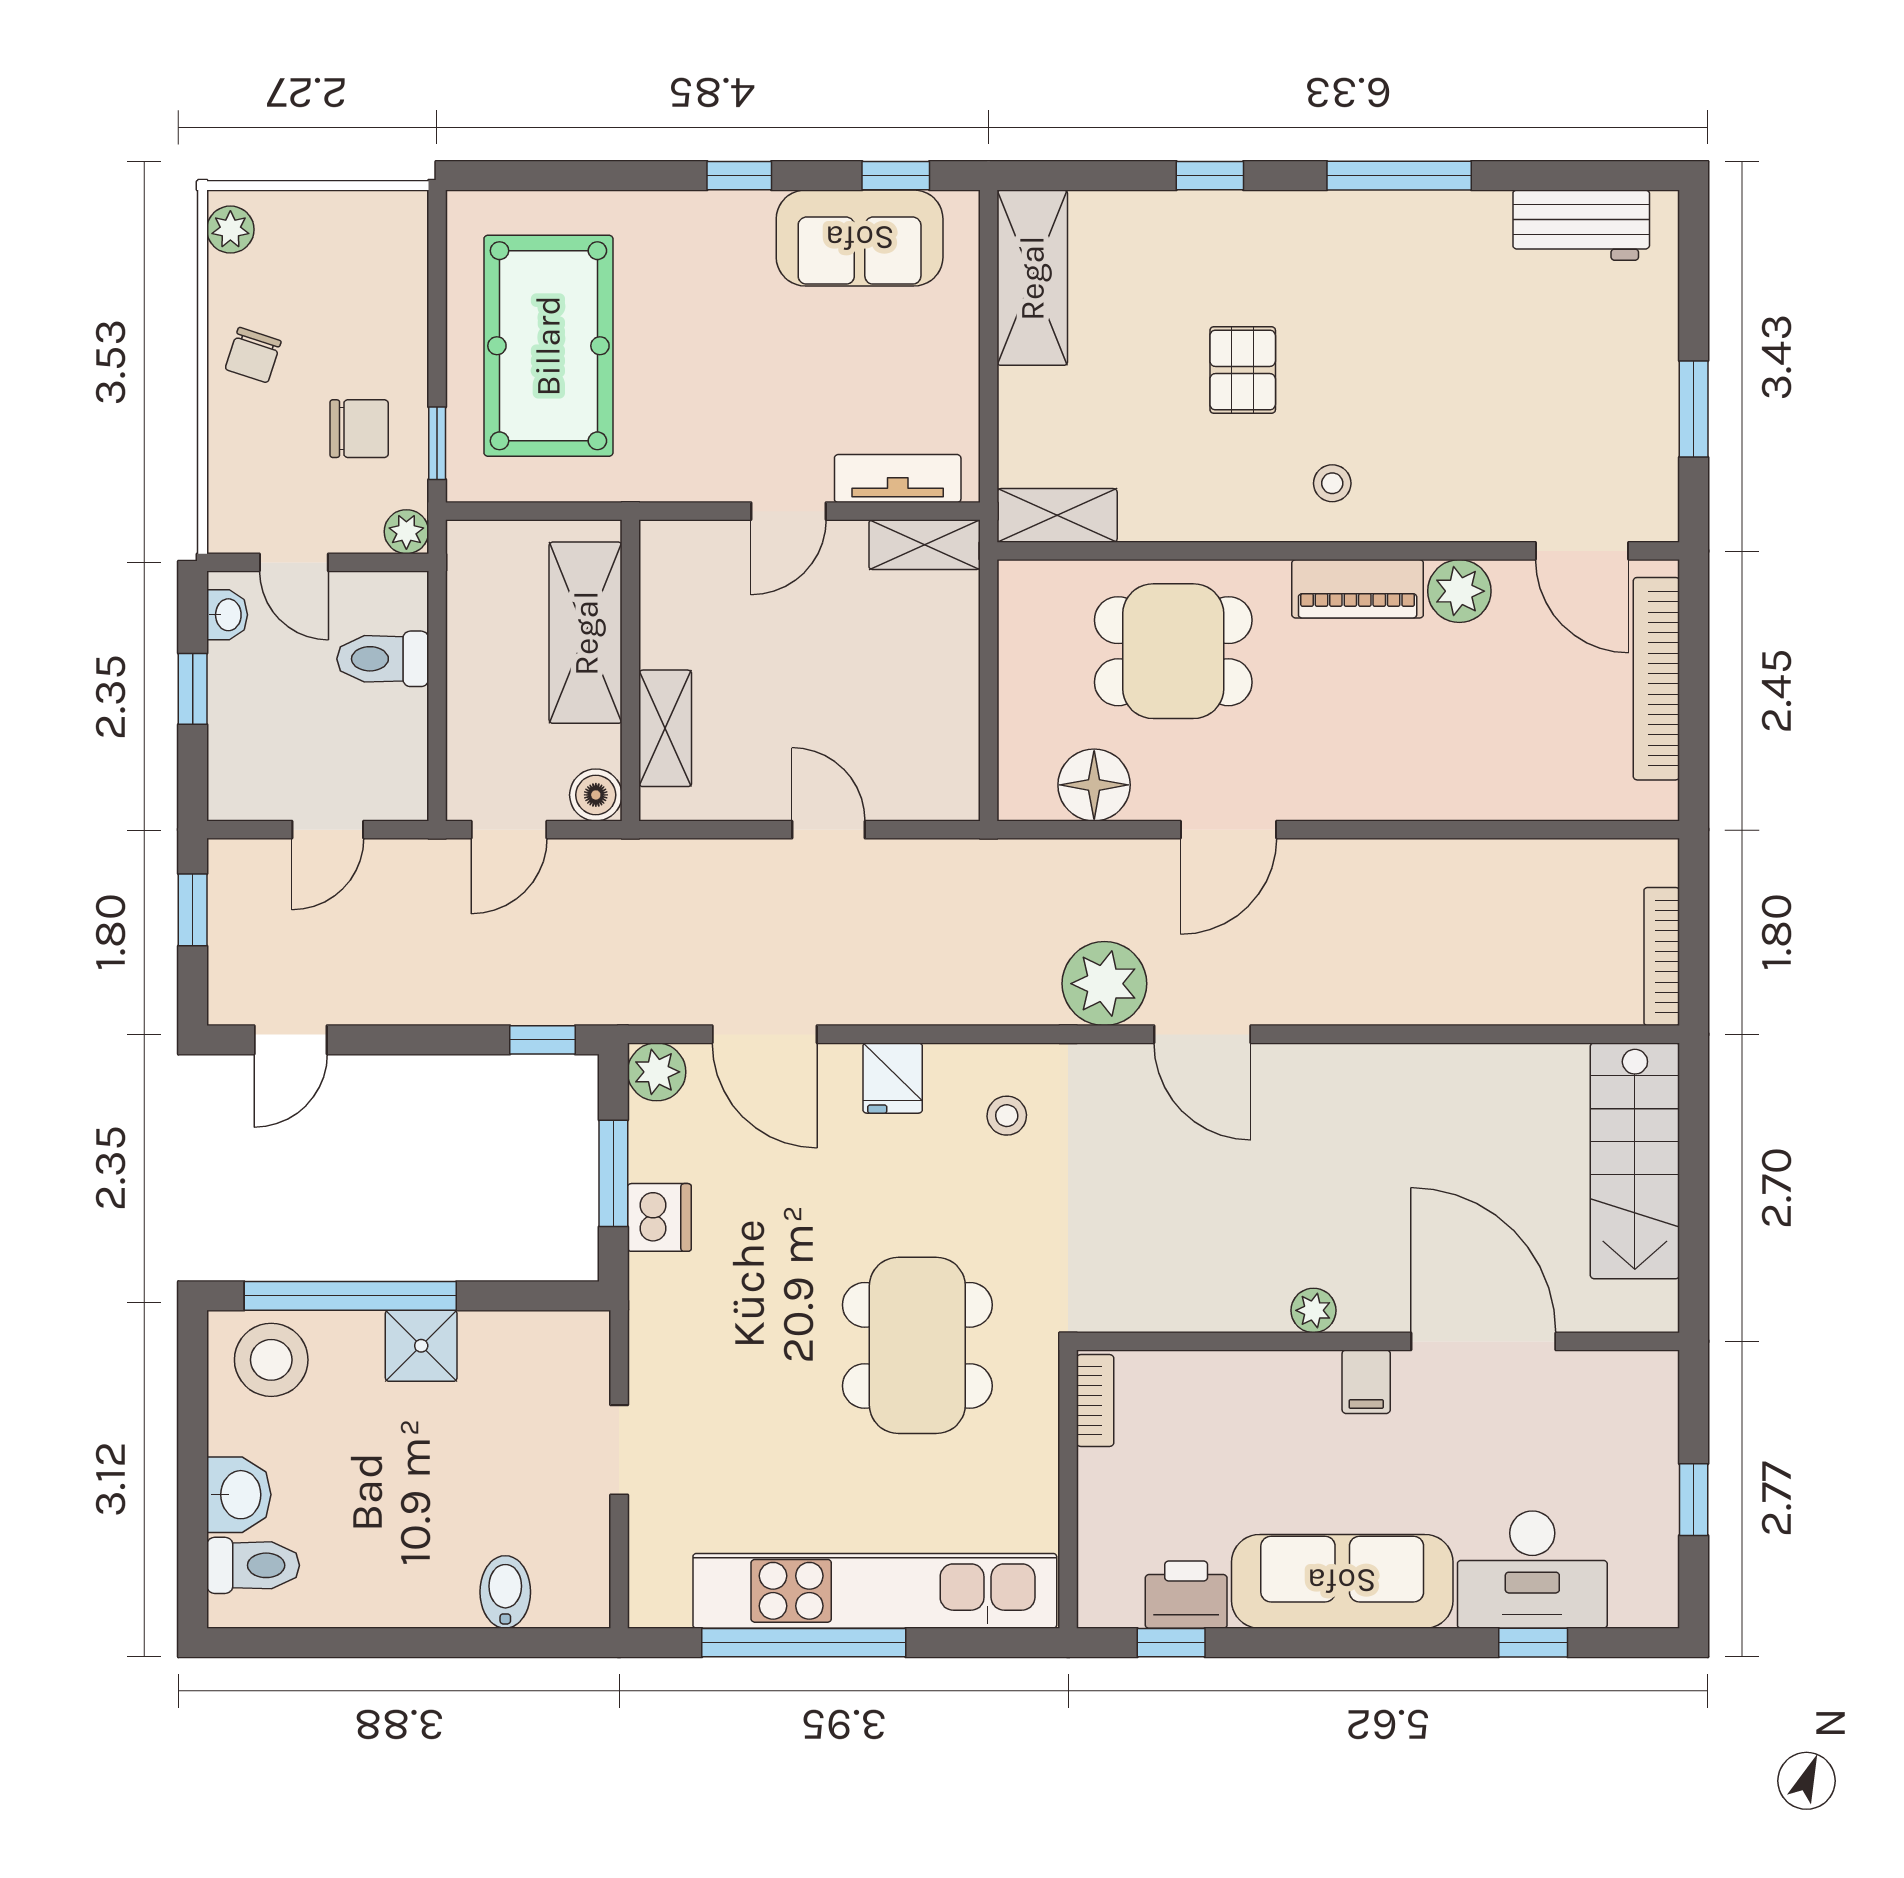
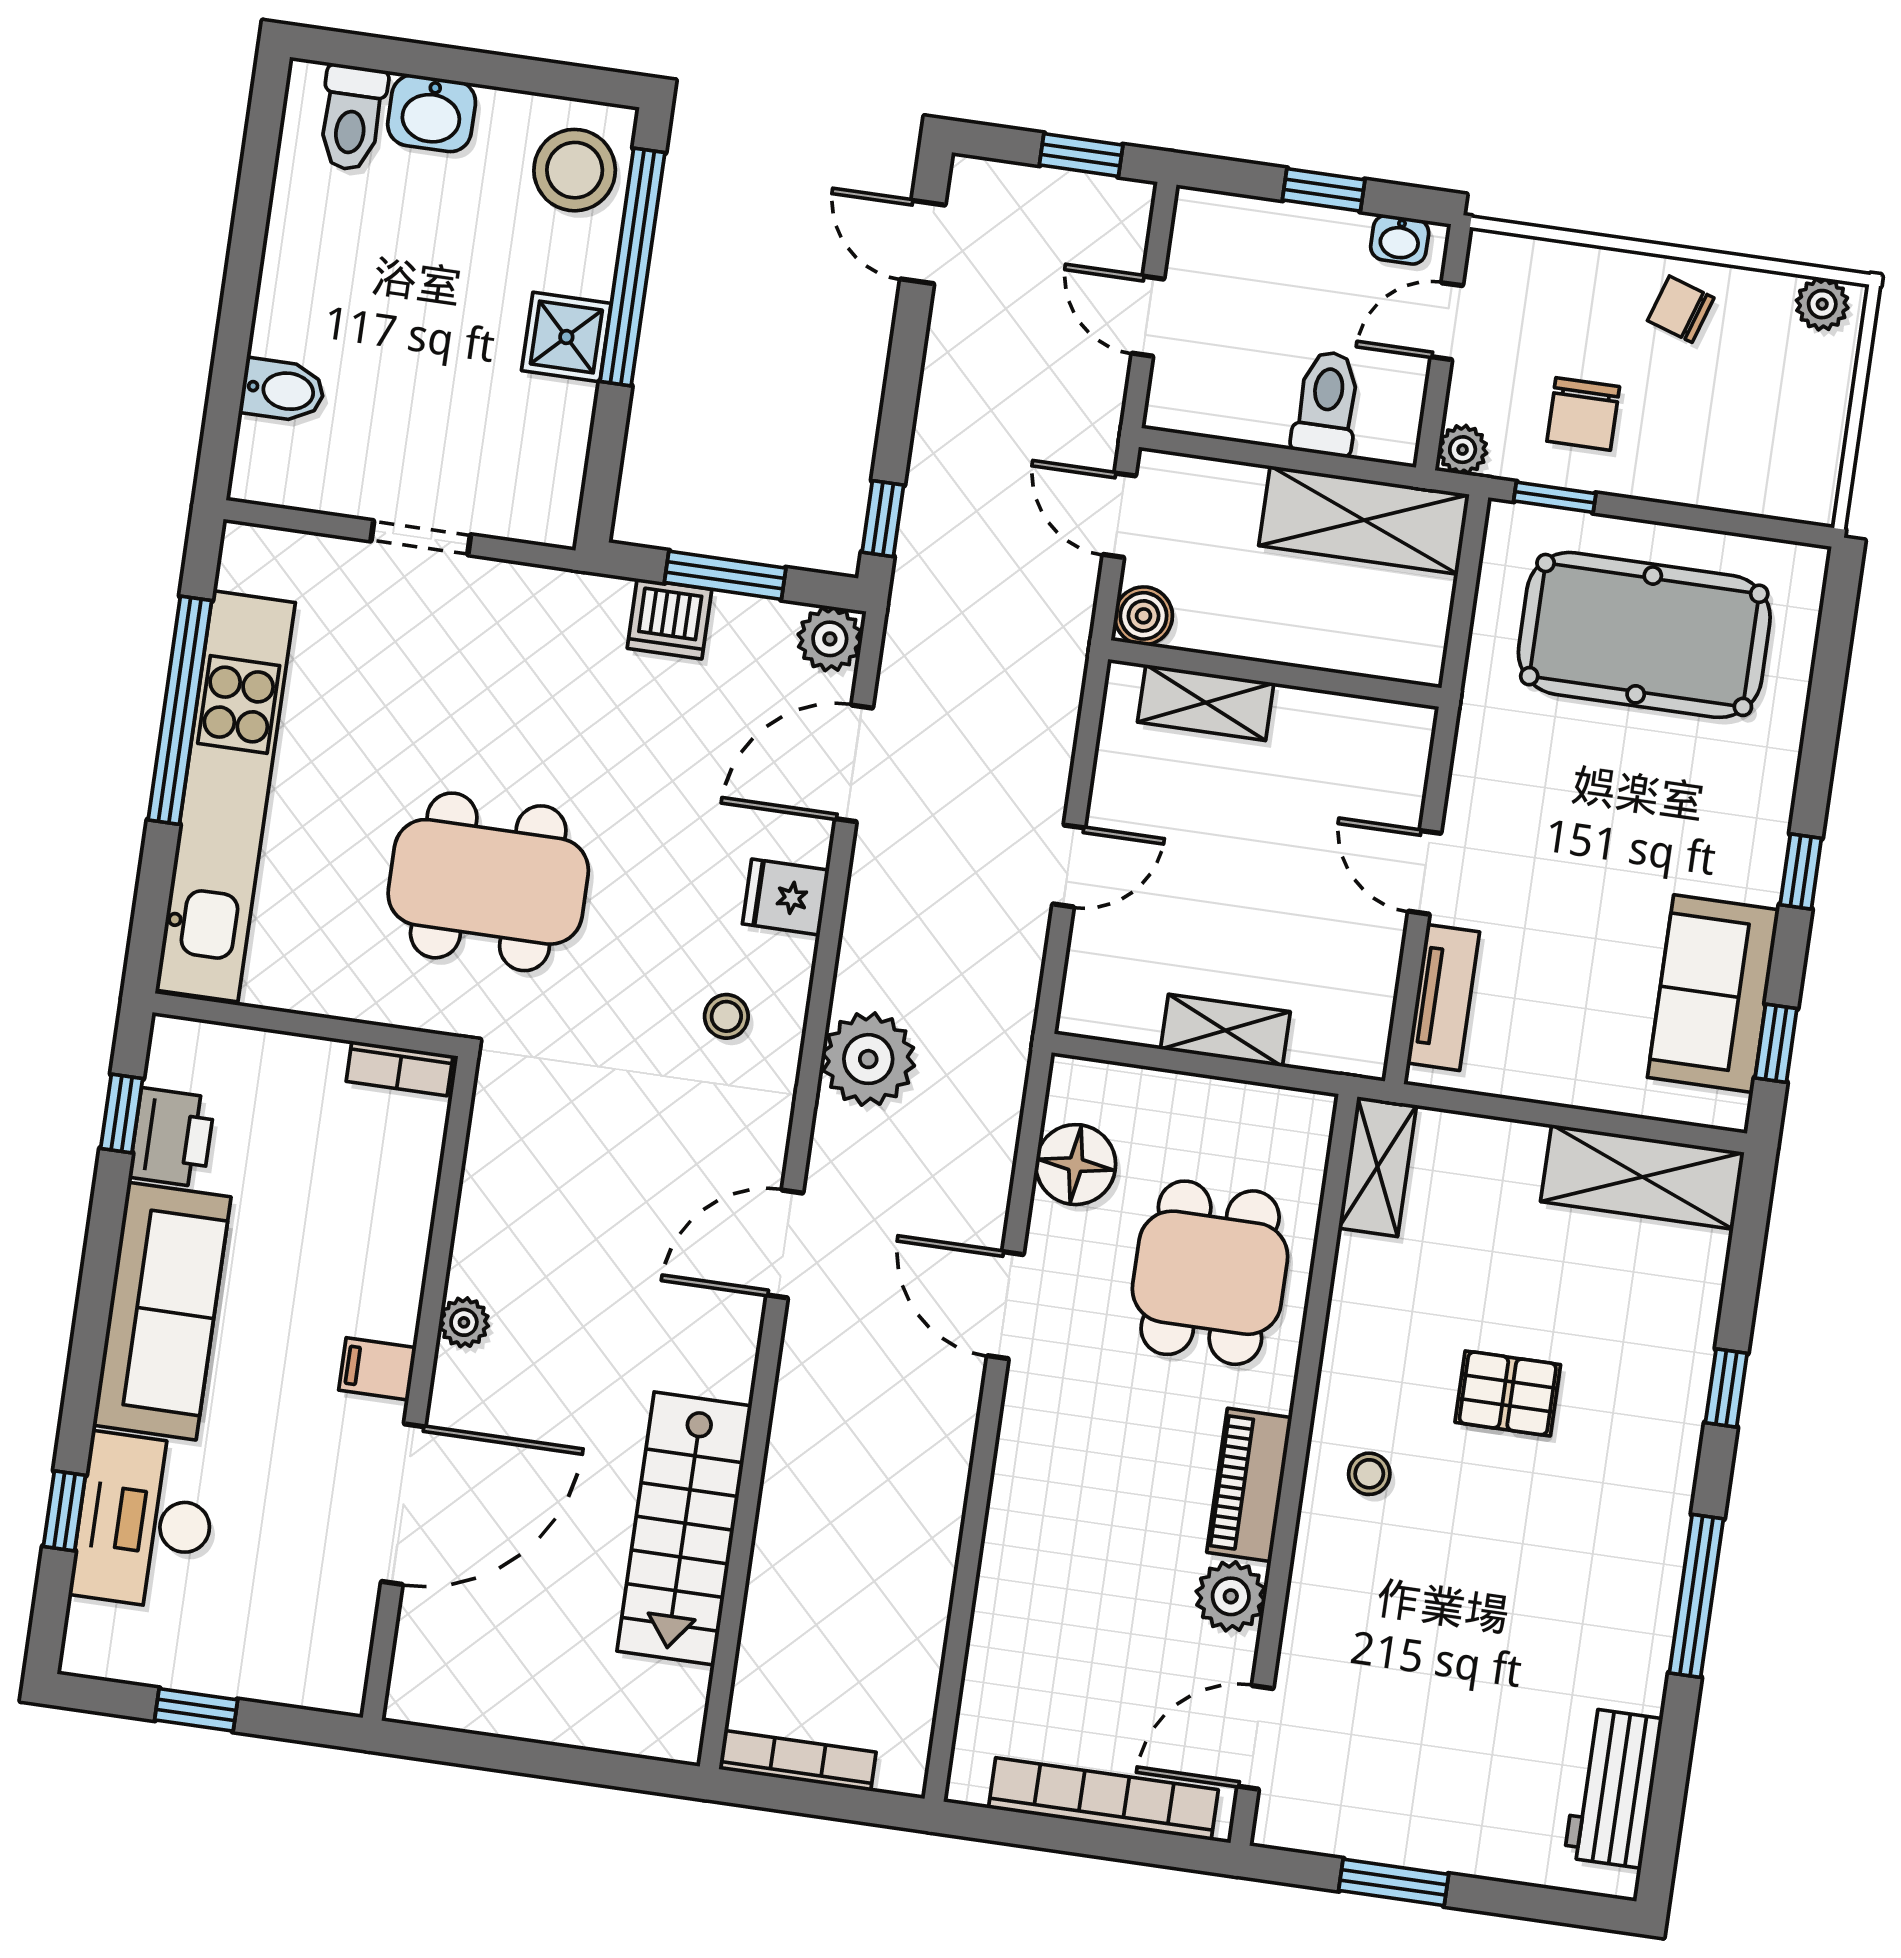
shelving: (925, 545) -> (1225, 1030), moved, turned 90
shelving: (586, 633) -> (1364, 520), moved
plant: (1104, 984) -> (868, 1059), moved
stairs: (1635, 1161) -> (684, 1528), moved, turned -90

